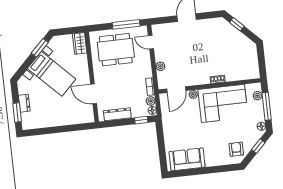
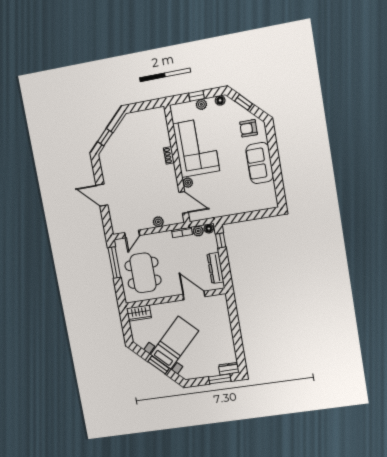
window: (40, 48) -> (159, 365), moved
door: (94, 94) -> (194, 295), swing flipped
plant: (257, 96) -> (201, 104), moved
dresser: (24, 103) -> (229, 369), moved
window: (267, 106) -> (196, 96), width x0.46
sofa: (187, 159) -> (260, 163), moved

